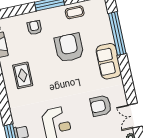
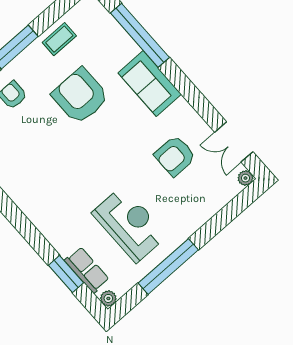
rug: (23, 75) -> (35, 175), removed

